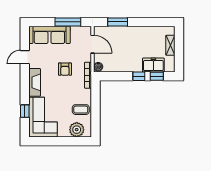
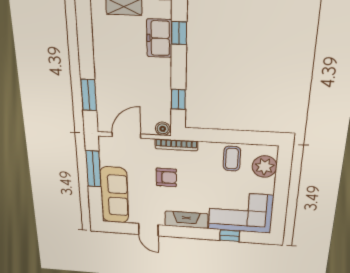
window: (139, 76) -> (178, 99), moved

